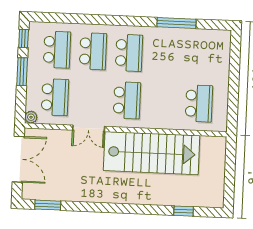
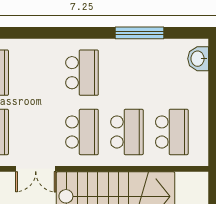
washbasin: (223, 46) -> (198, 59), added
school desk: (93, 51) -> (127, 132), moved

